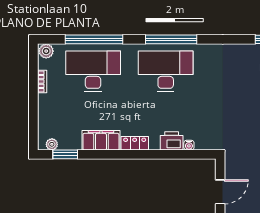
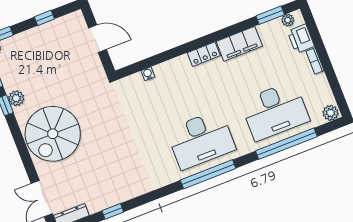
bookcase: (42, 82) -> (315, 61), moved
printer: (172, 141) -> (301, 39), moved, turned 90
door: (220, 192) -> (98, 39), swing flipped

